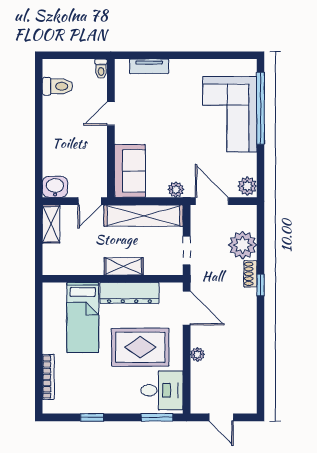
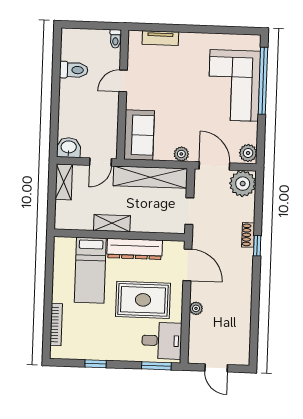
toilet: (57, 86) -> (74, 70), moved
plant: (243, 245) -> (243, 184), moved
shelving: (124, 266) -> (112, 223), moved

